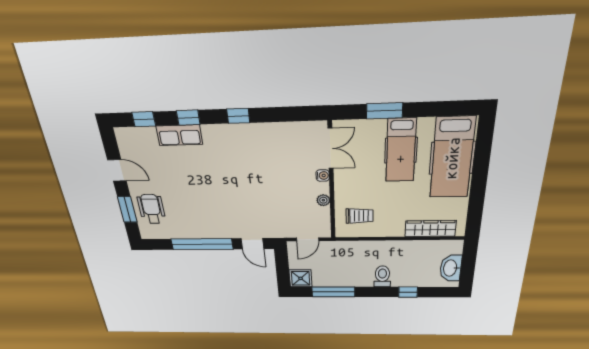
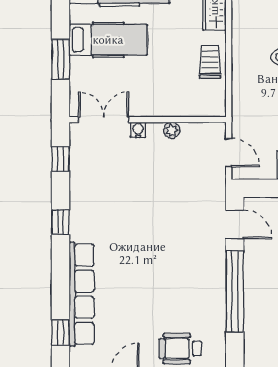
window: (188, 118) -> (61, 159), moved
row of seats: (179, 135) -> (82, 294), width x2.02
trolley: (360, 216) -> (210, 62), moved
door: (252, 244) -> (235, 224), hinge flipped

